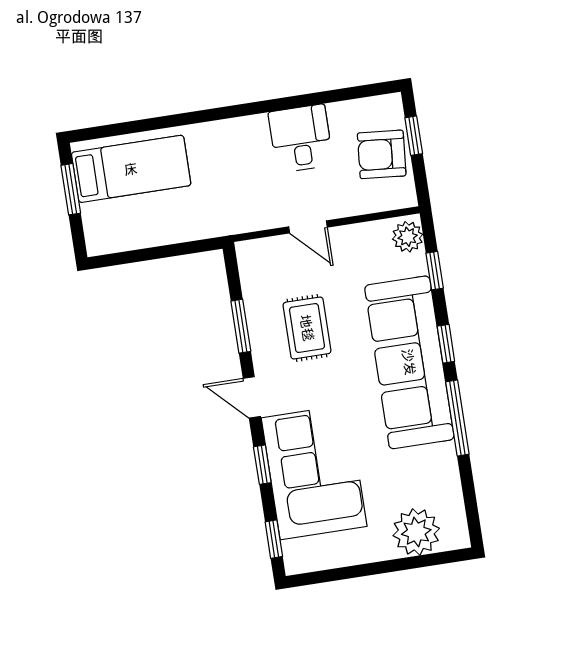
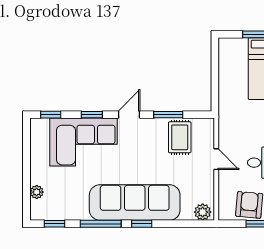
door: (308, 227) -> (216, 159), swing flipped
window: (435, 271) -> (55, 224), moved
rug: (307, 328) -> (180, 137), moved, turned 90
plant: (416, 532) -> (37, 192), width x0.53, depth x0.53

